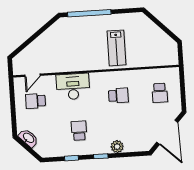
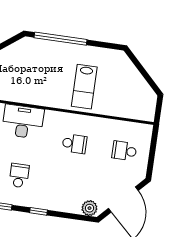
school desk: (160, 93) -> (124, 151), turned 90
plant: (117, 147) -> (89, 208), moved

